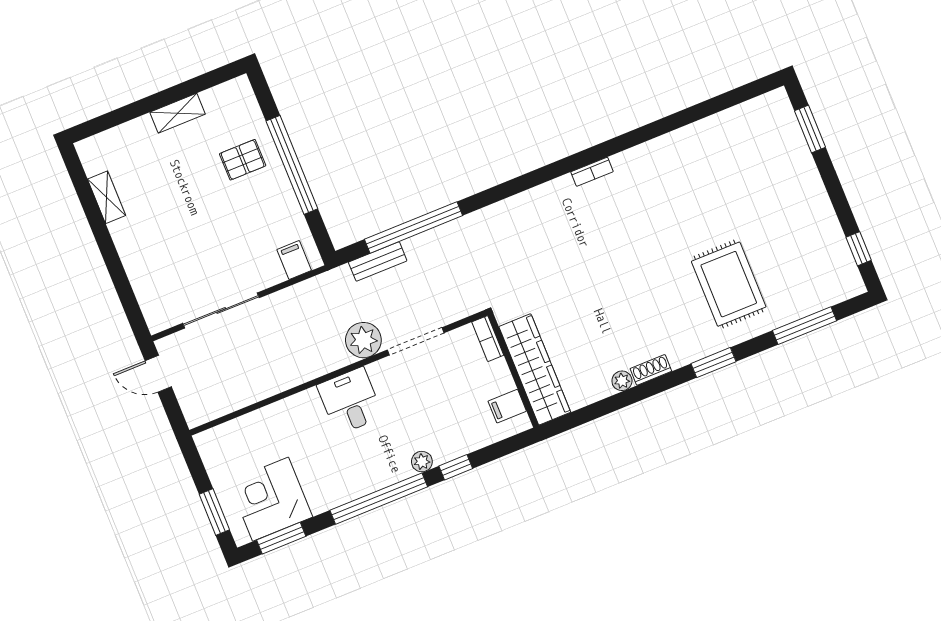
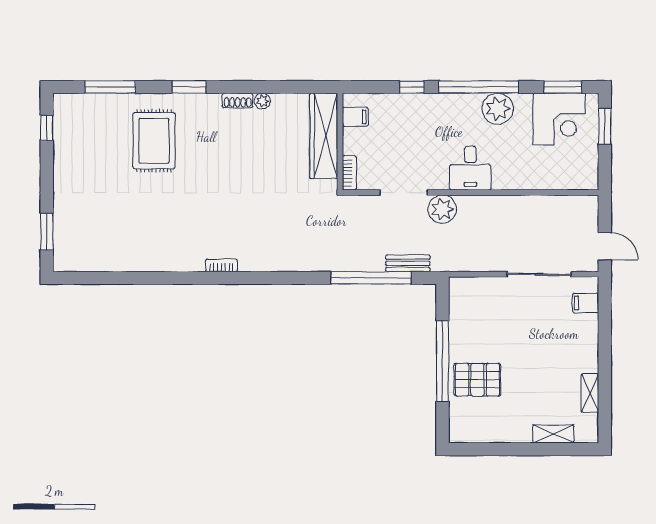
shelving: (178, 113) -> (553, 434), moved
pallet: (243, 160) -> (477, 380), width x1.50, depth x1.42
filing cabinet: (294, 260) -> (586, 303), moved, turned 90
plant: (422, 462) -> (498, 109), moved, width x1.88, depth x1.88

